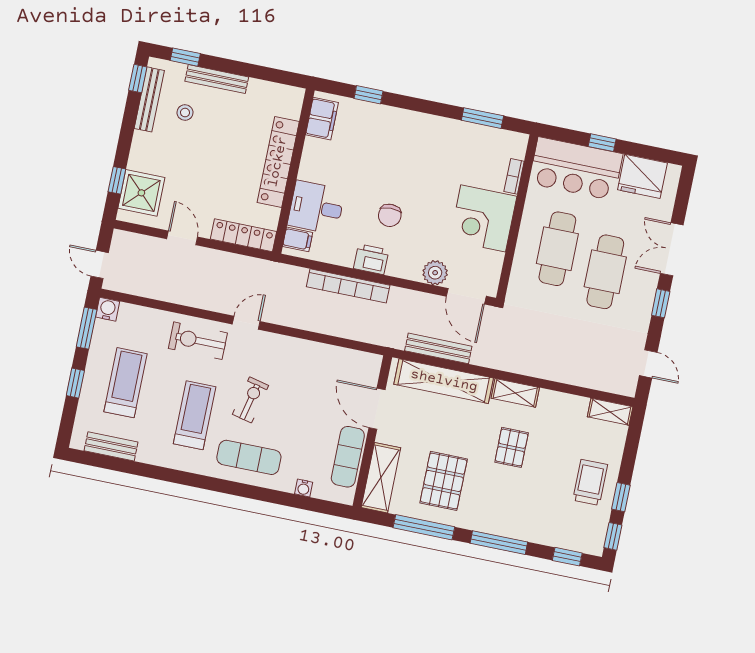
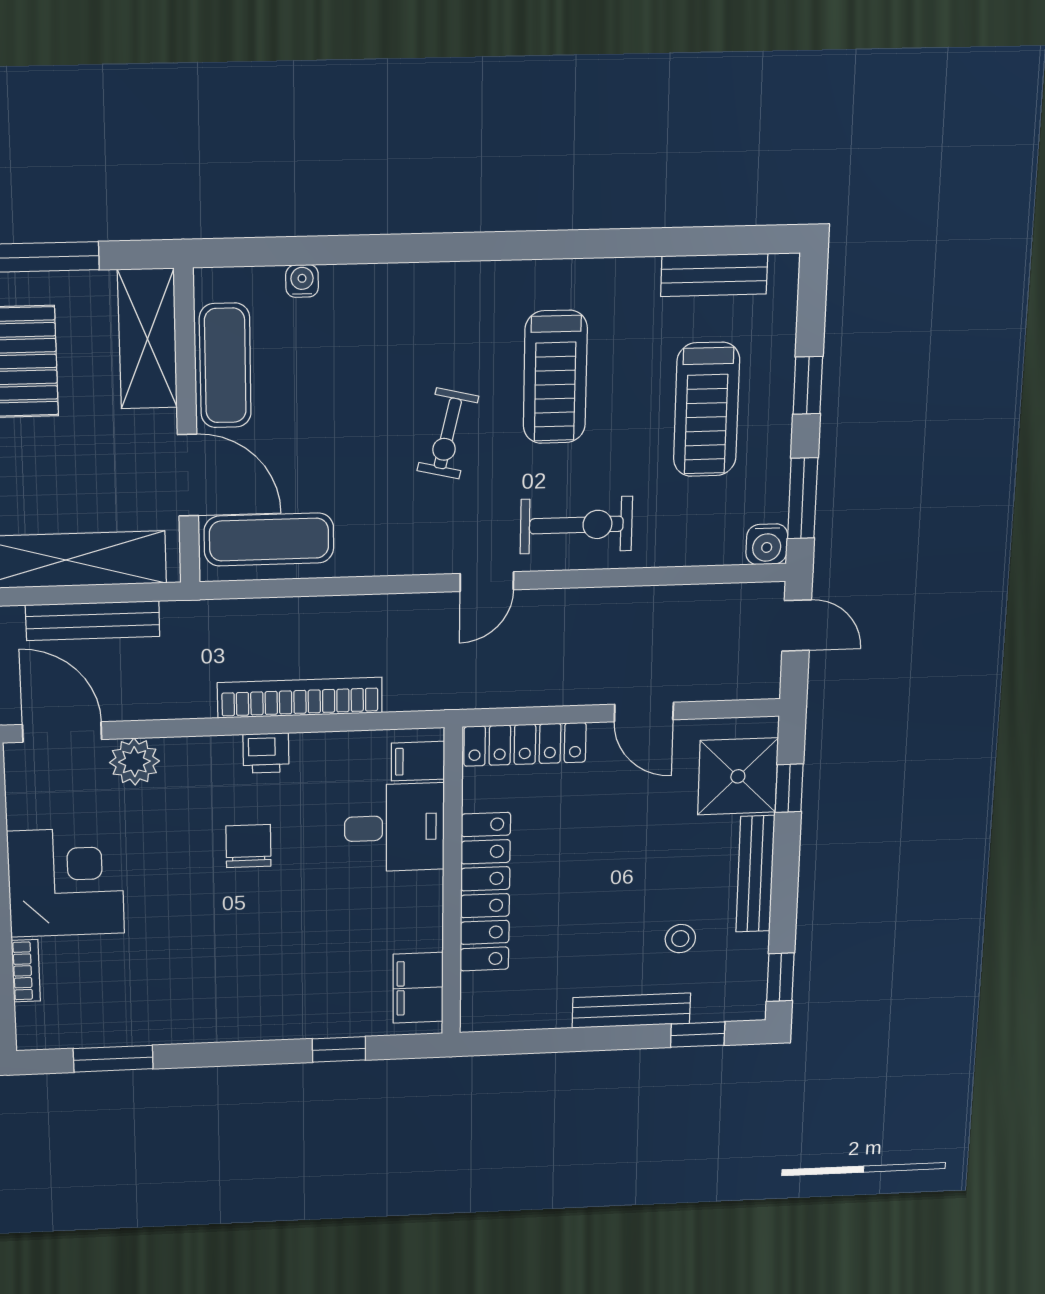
bench: (149, 99) -> (755, 874), moved
printer: (371, 259) -> (266, 753), width x0.73, depth x0.81
exercise mat: (249, 457) -> (269, 540), moved

